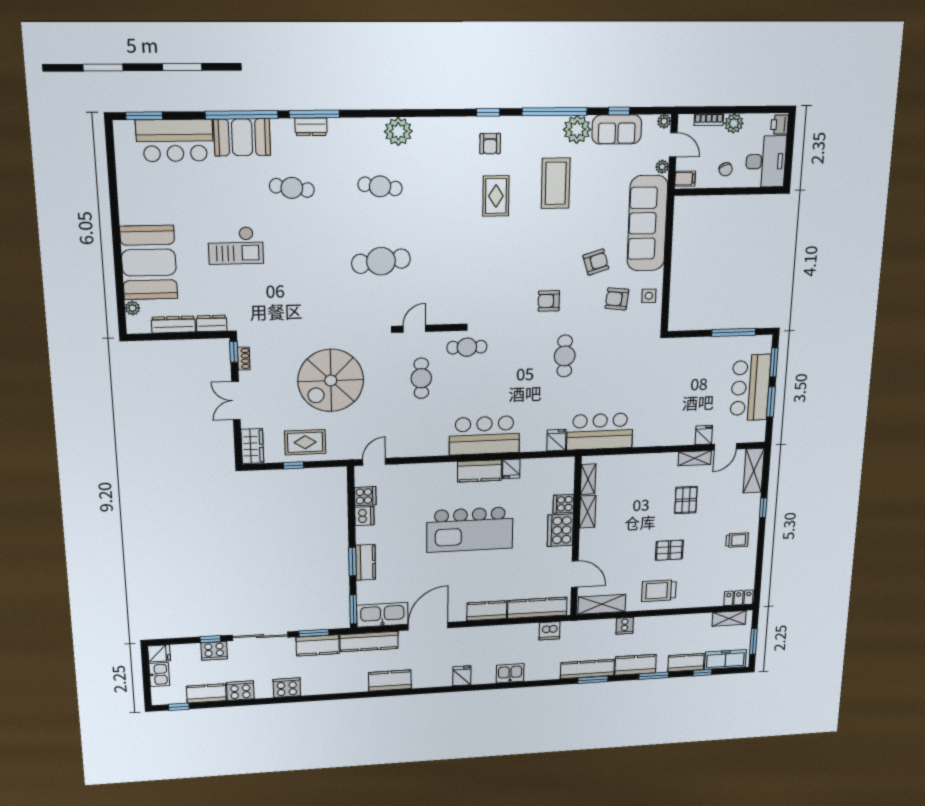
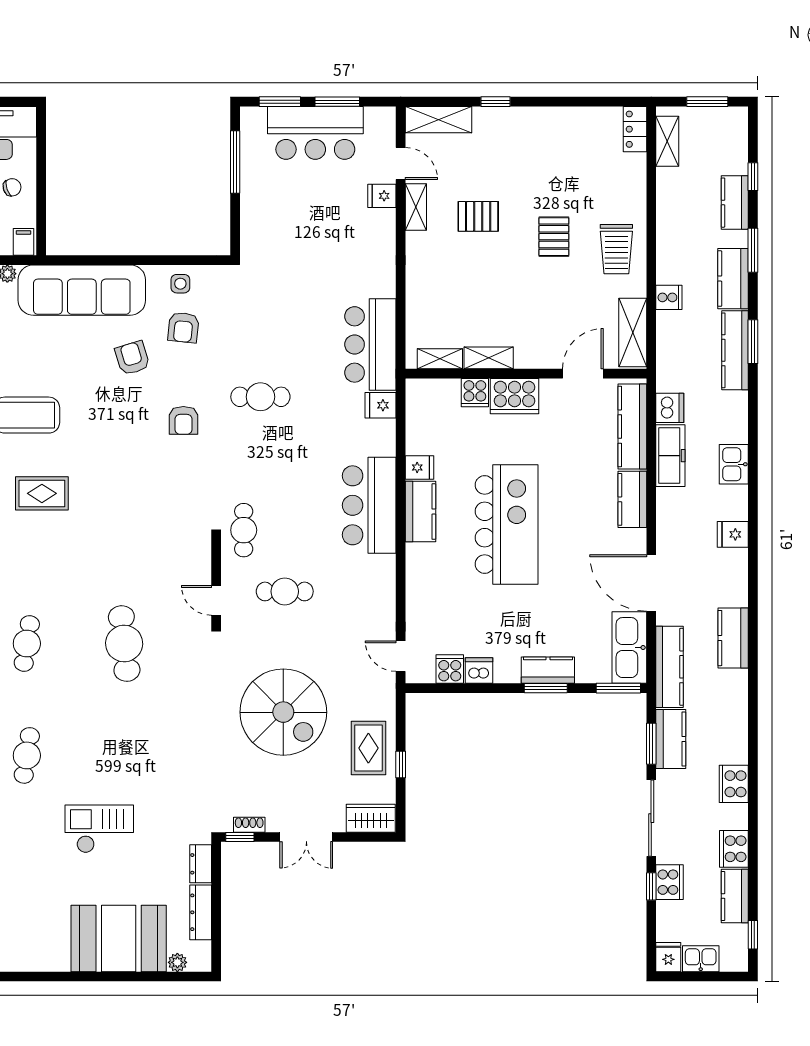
checkout: (236, 246) -> (99, 829), turned -90
trolley: (737, 540) -> (544, 137), removed
freezer: (725, 659) -> (670, 456), moved, turned 180

